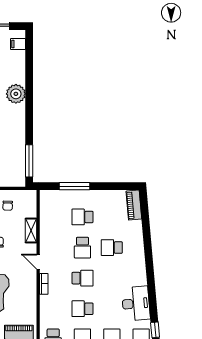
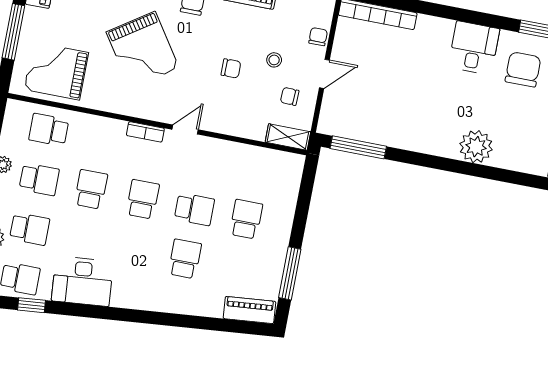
window: (74, 186) -> (290, 273), moved
shelving: (31, 231) -> (288, 137), moved
school desk: (82, 248) -> (194, 209), turned 180
school desk: (82, 278) -> (143, 199), turned 180

